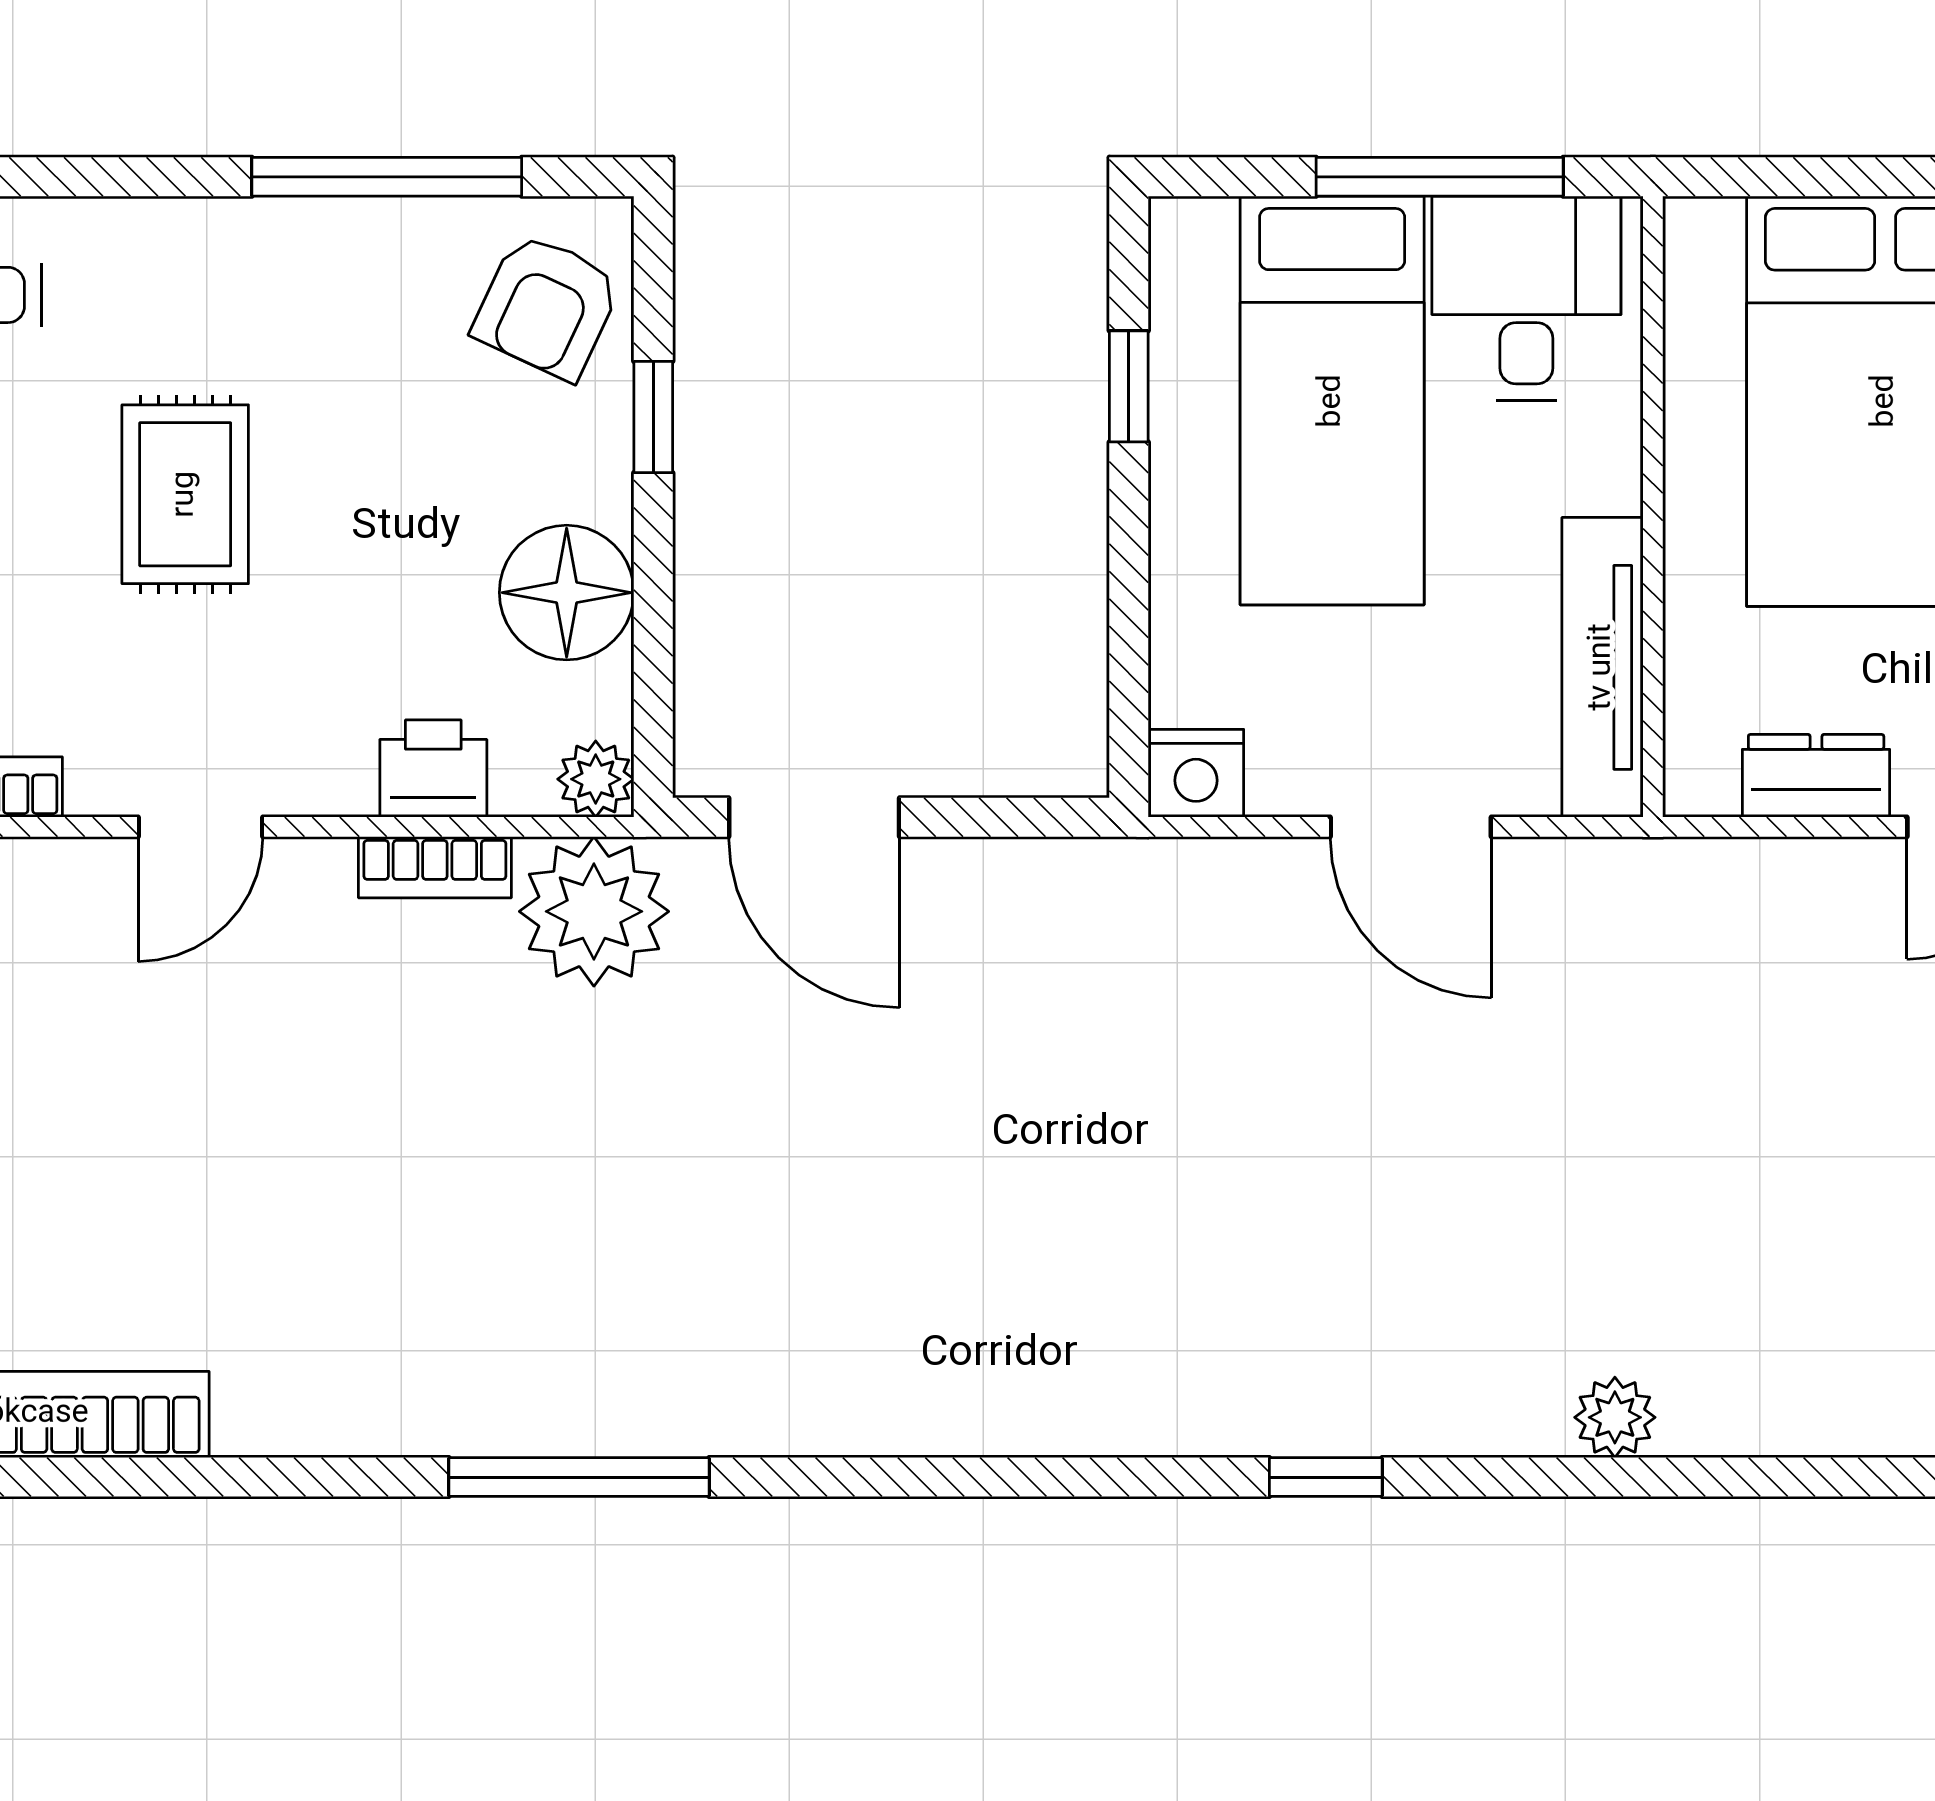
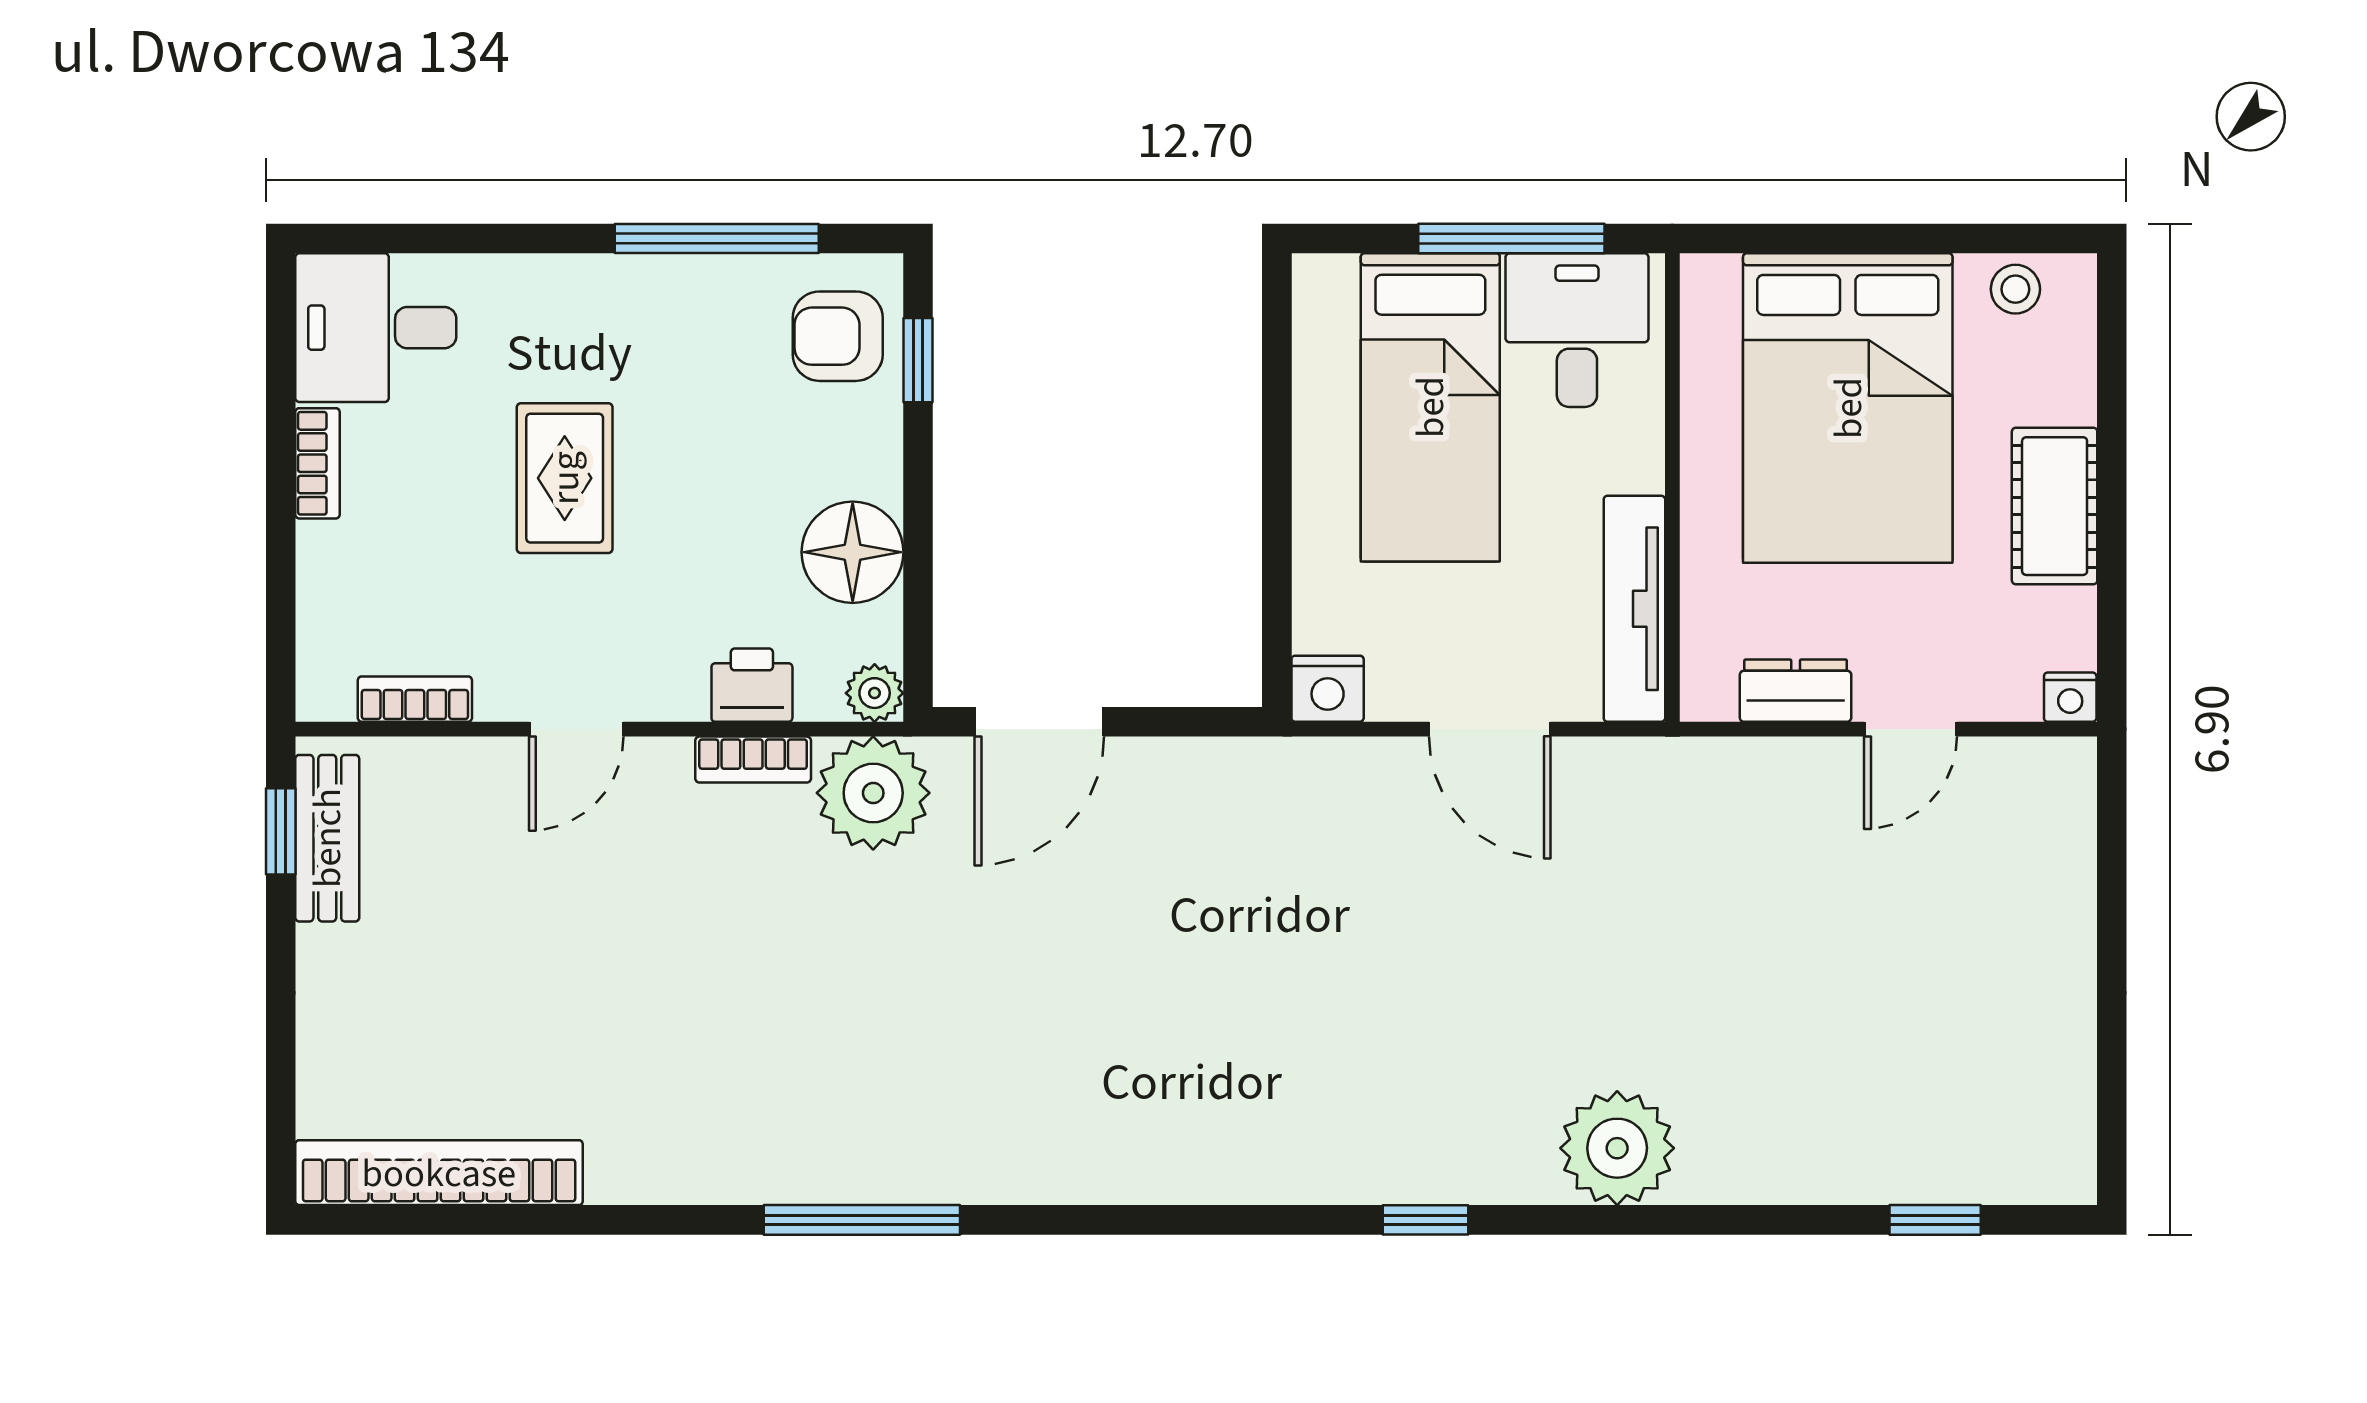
armchair: (547, 306) -> (838, 336), turned 65
window: (1129, 386) -> (1277, 397), removed
window: (653, 417) -> (918, 360), moved
door: (814, 817) -> (1039, 722), hinge flipped
plant: (1615, 1417) -> (1617, 1148), width x1.87, depth x1.87

